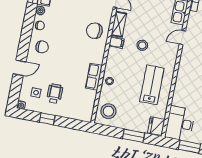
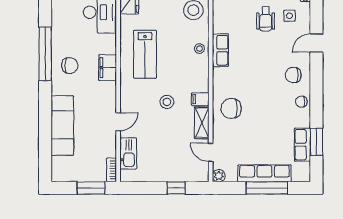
plant: (40, 10) -> (304, 121), removed
chair: (94, 31) -> (231, 108), turned 180
filing cabinet: (182, 80) -> (108, 68), added

